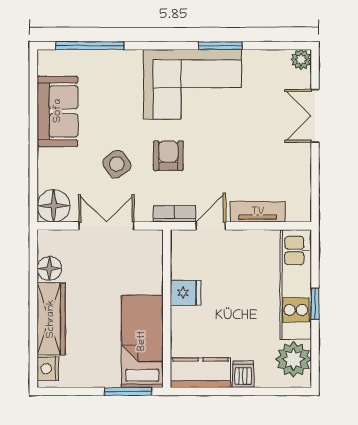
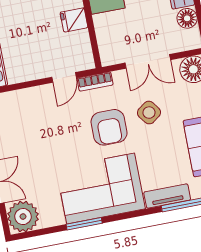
plant: (301, 60) -> (23, 217), width x1.87, depth x1.87
armchair: (168, 156) -> (109, 127), width x1.38, depth x1.38
tv unit: (258, 212) -> (167, 196), moved, turned 180

